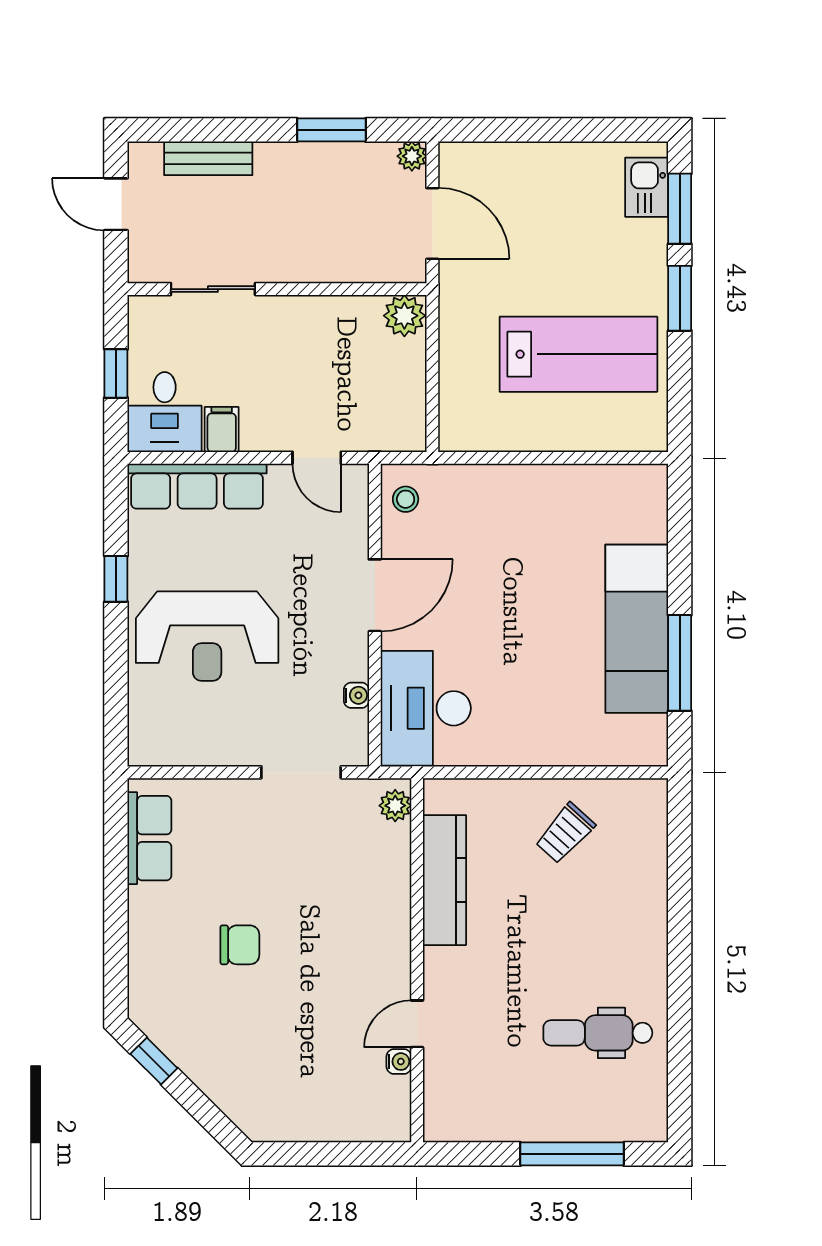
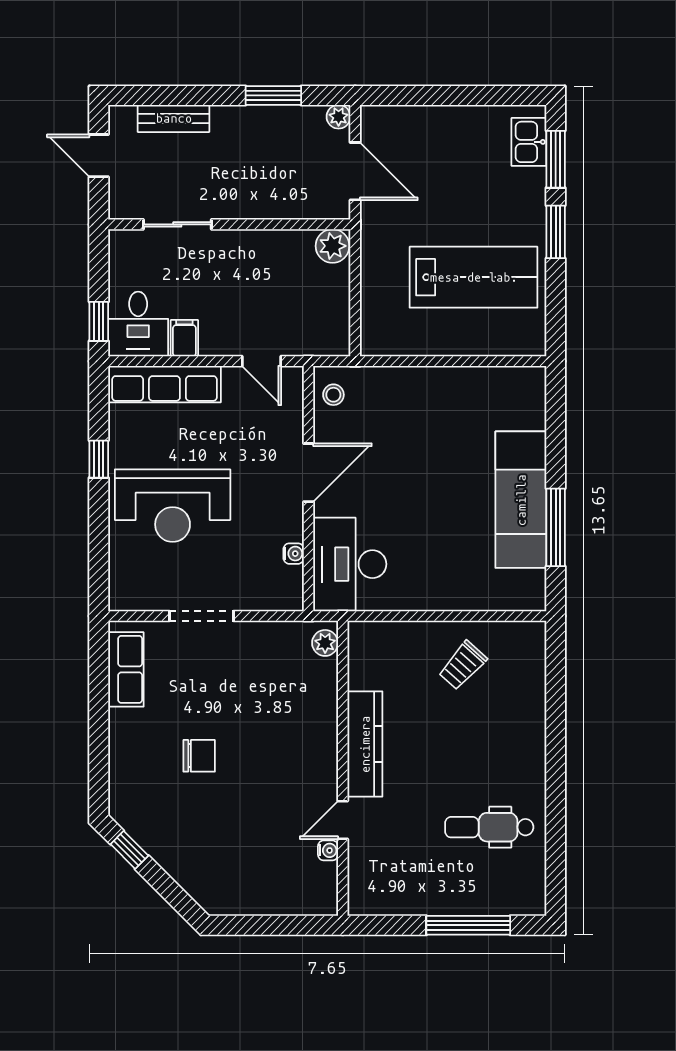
window: (116, 373) -> (99, 321), moved
doorway: (301, 772) -> (201, 616), moved
kitchen counter: (444, 880) -> (365, 744), moved

